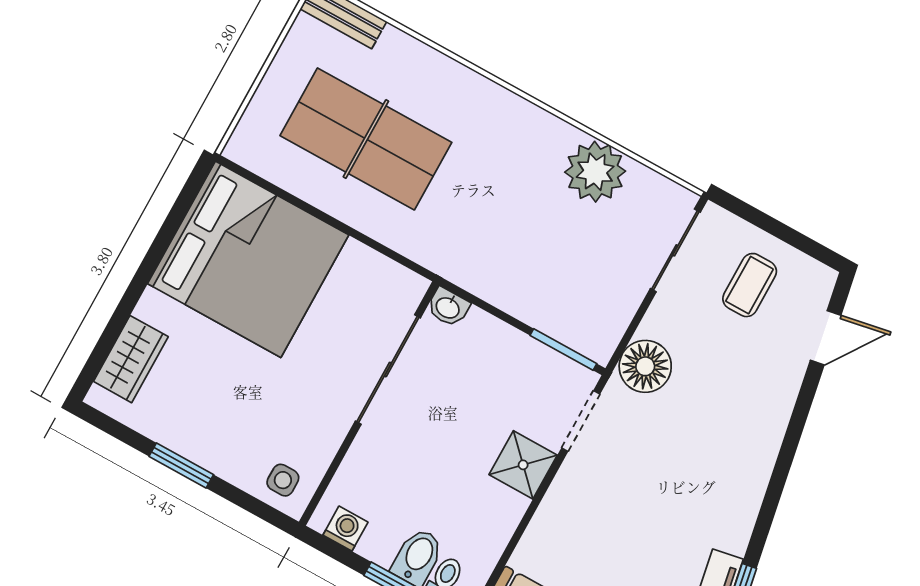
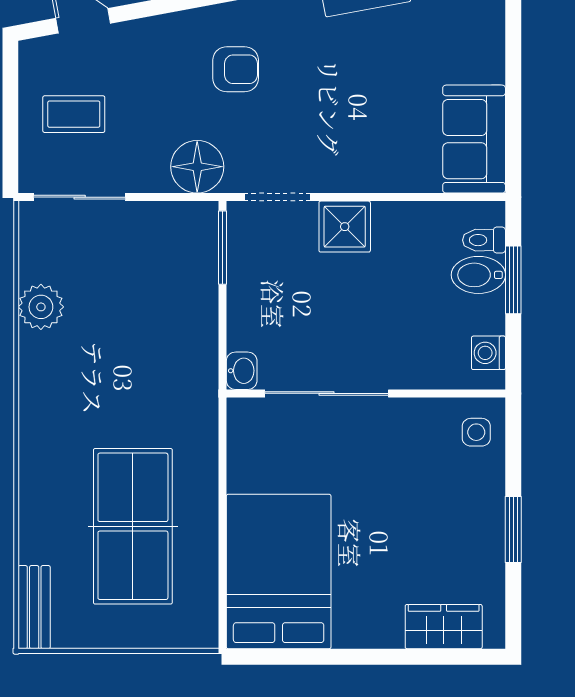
plant: (595, 172) -> (41, 307), width x0.73, depth x0.73
bed: (248, 259) -> (279, 572), width x0.73
armchair: (711, 446) -> (236, 69), added

